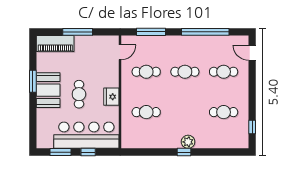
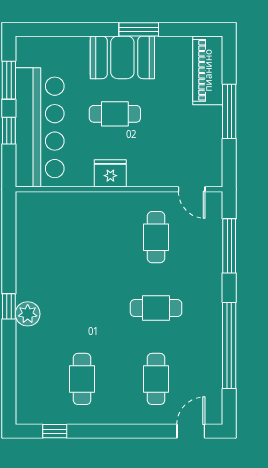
cafe table: (185, 72) -> (156, 308), turned 90
cafe table: (146, 112) -> (82, 237), removed

